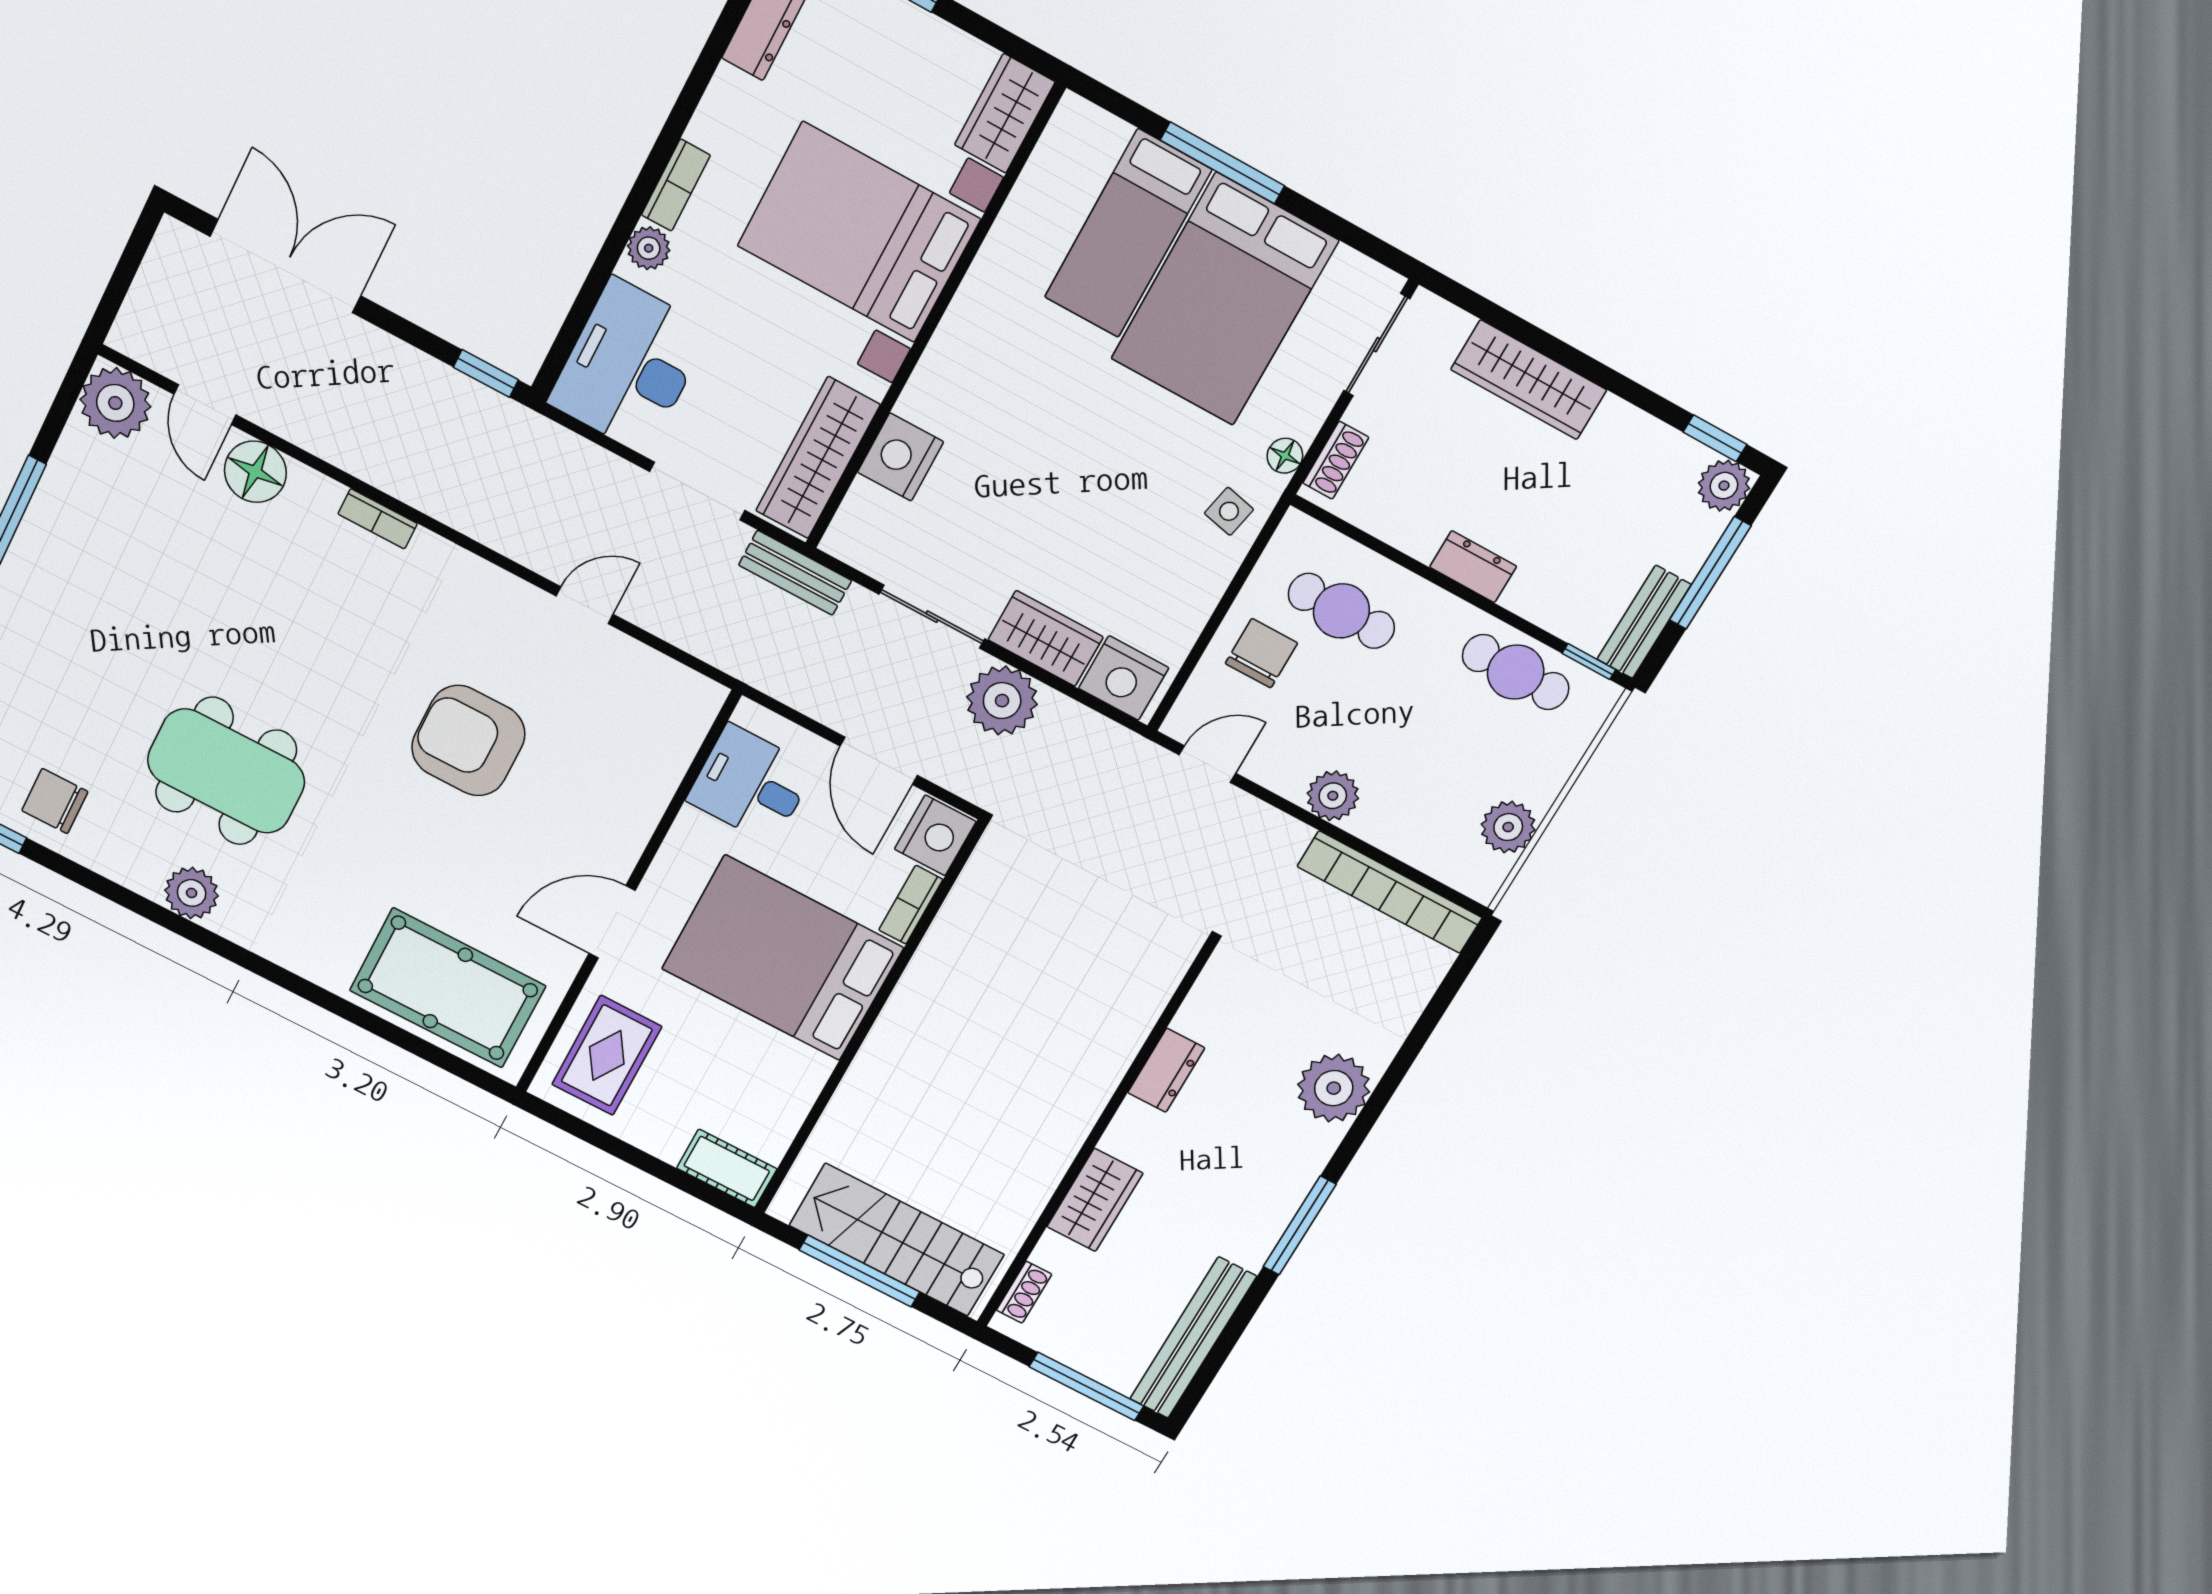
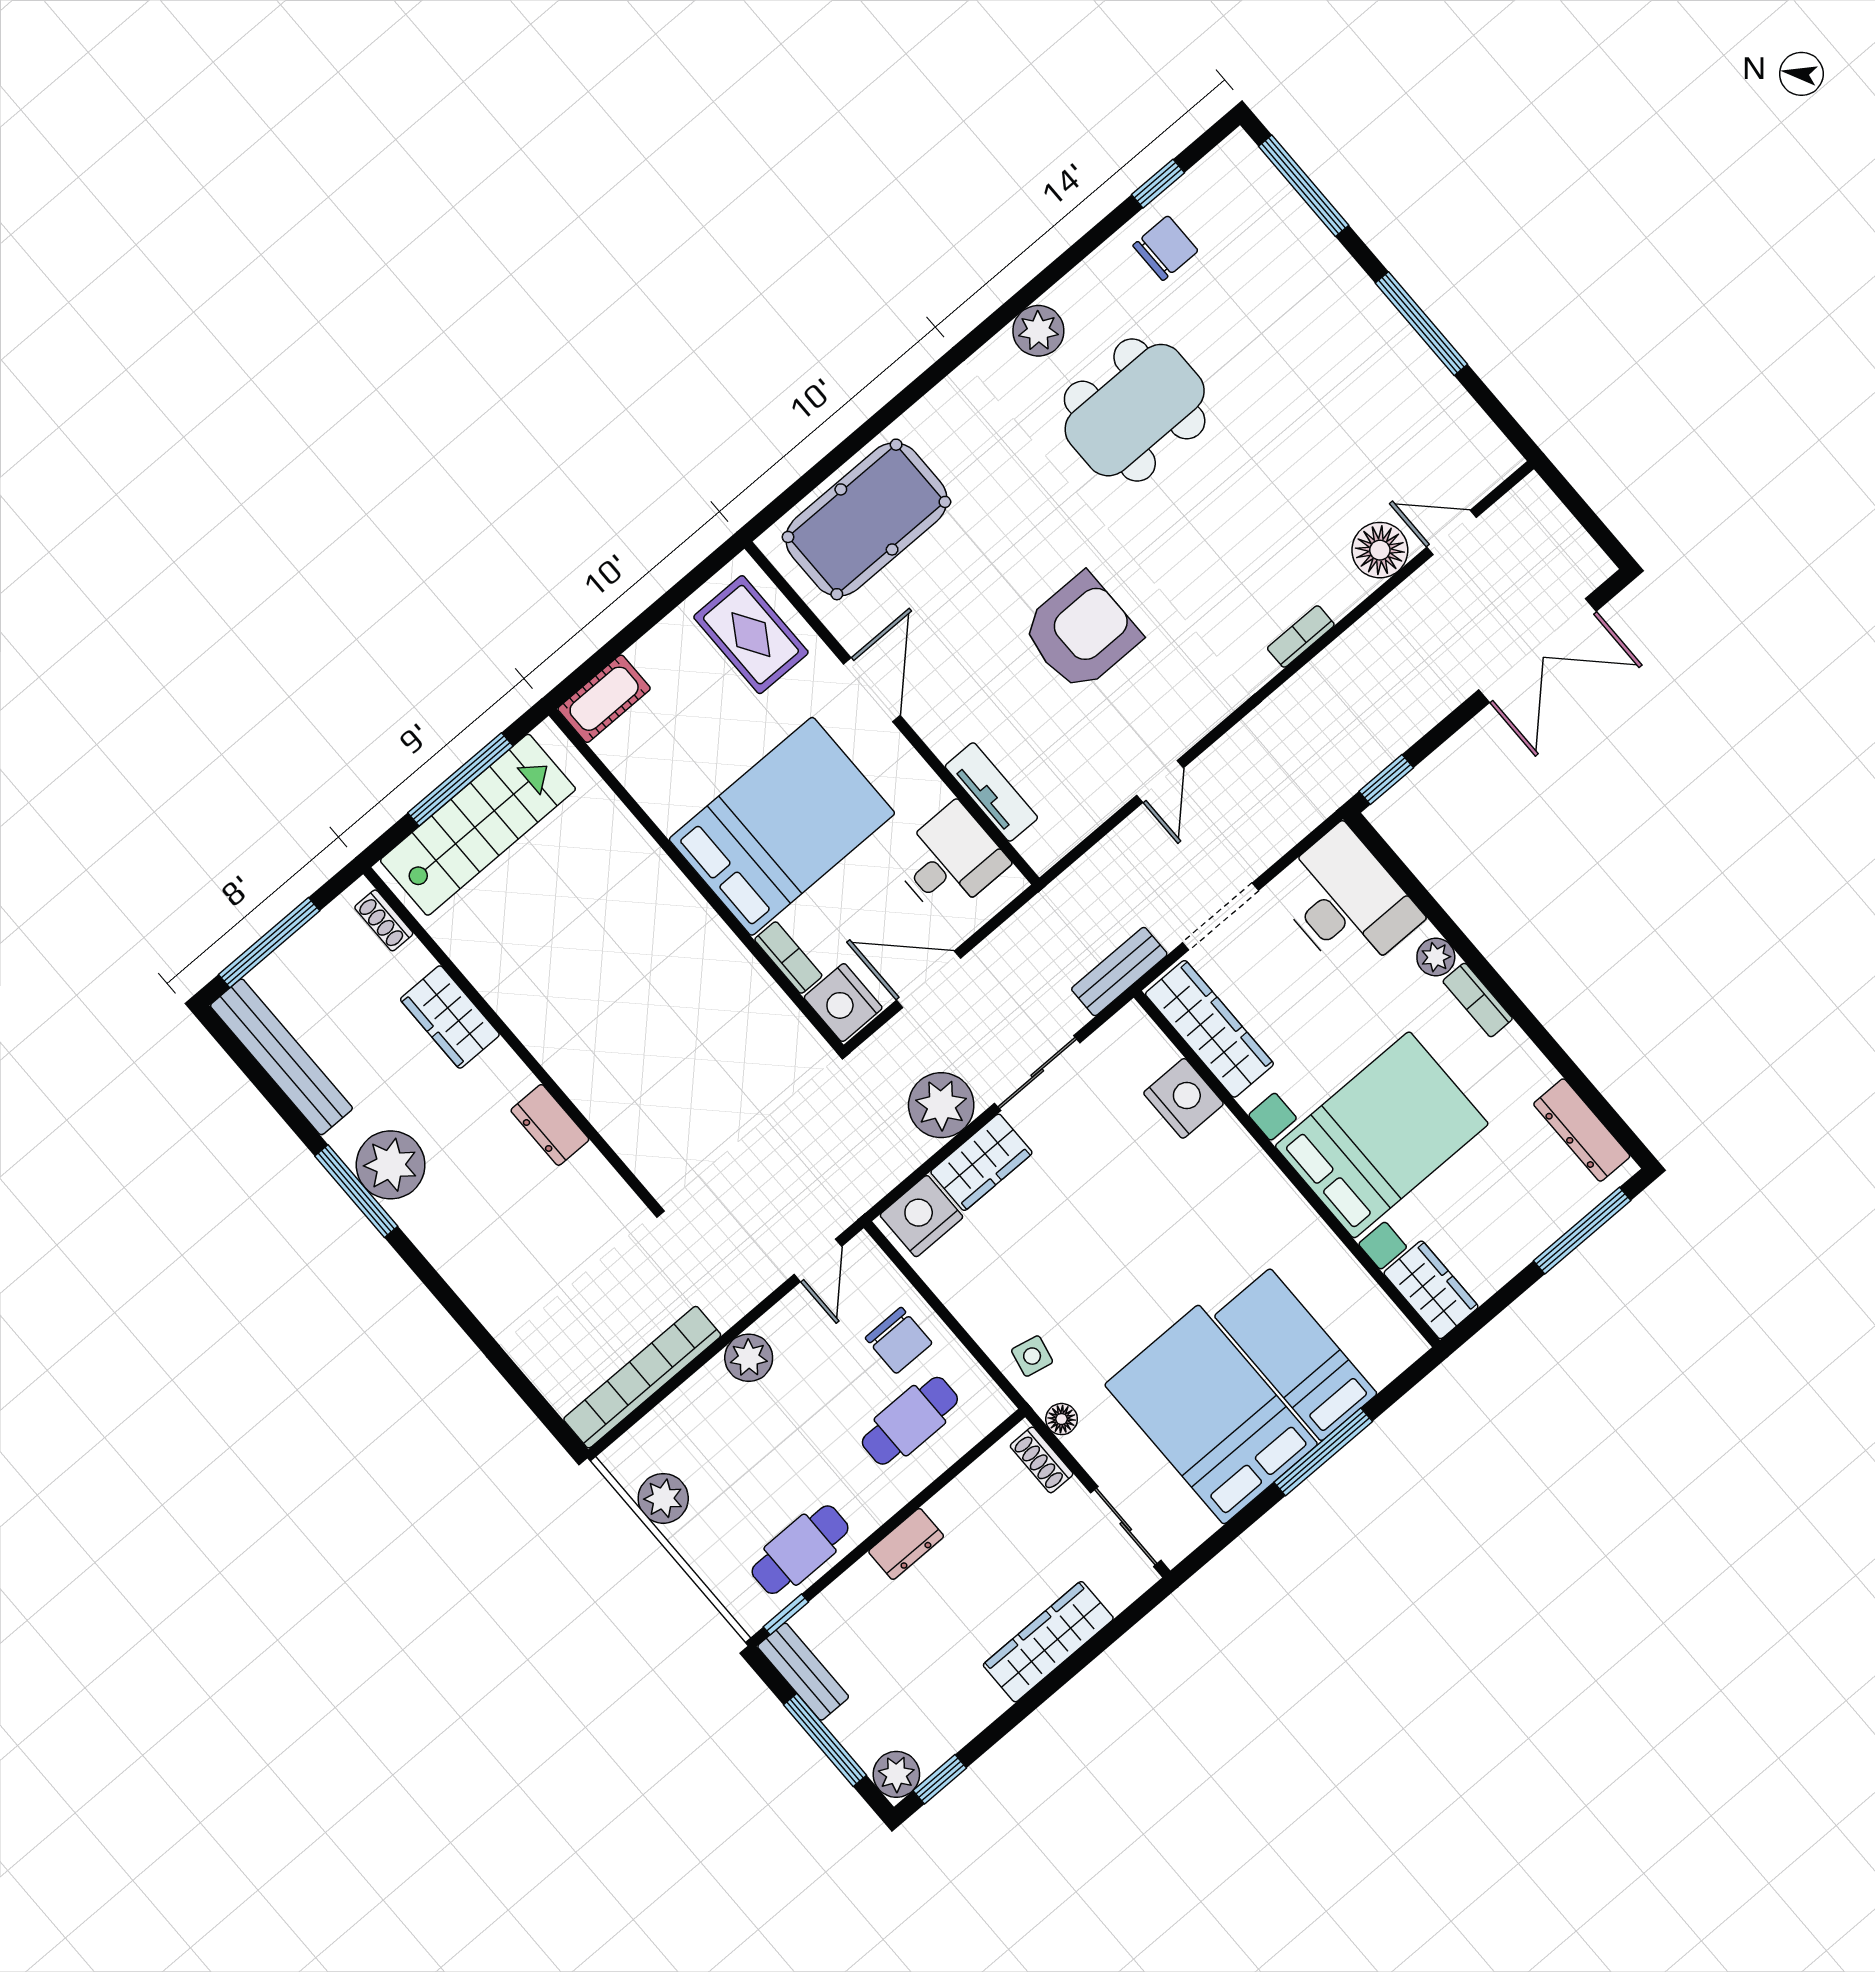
plant: (115, 403) -> (1482, 458), removed
tv unit: (665, 769) -> (991, 792), added
plant: (1334, 1088) -> (391, 1165), moved

